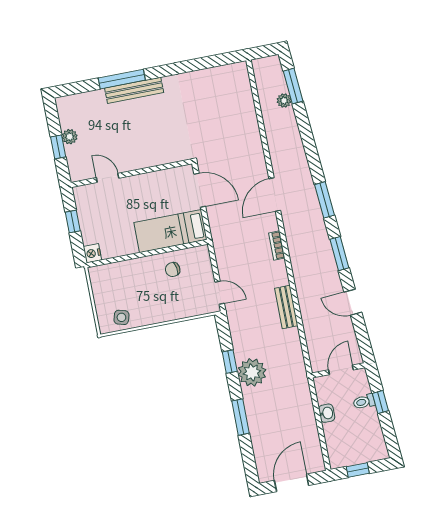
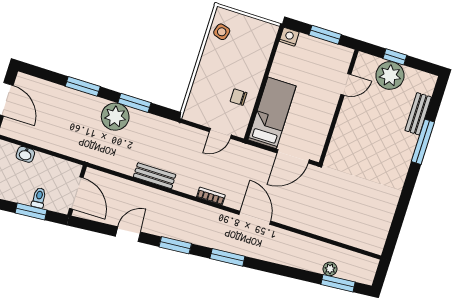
bench: (134, 90) -> (418, 114), moved, width x0.73
plant: (70, 137) -> (390, 75), width x1.88, depth x1.88
window: (73, 221) -> (325, 35), width x1.50
chair: (173, 270) -> (239, 97), turned -81
door: (220, 293) -> (220, 133), moved
window: (230, 362) -> (134, 103), width x1.50
door: (341, 370) -> (76, 193), width x1.37
window: (380, 402) -> (31, 212), width x1.50
washbasin: (327, 413) -> (25, 154), moved

